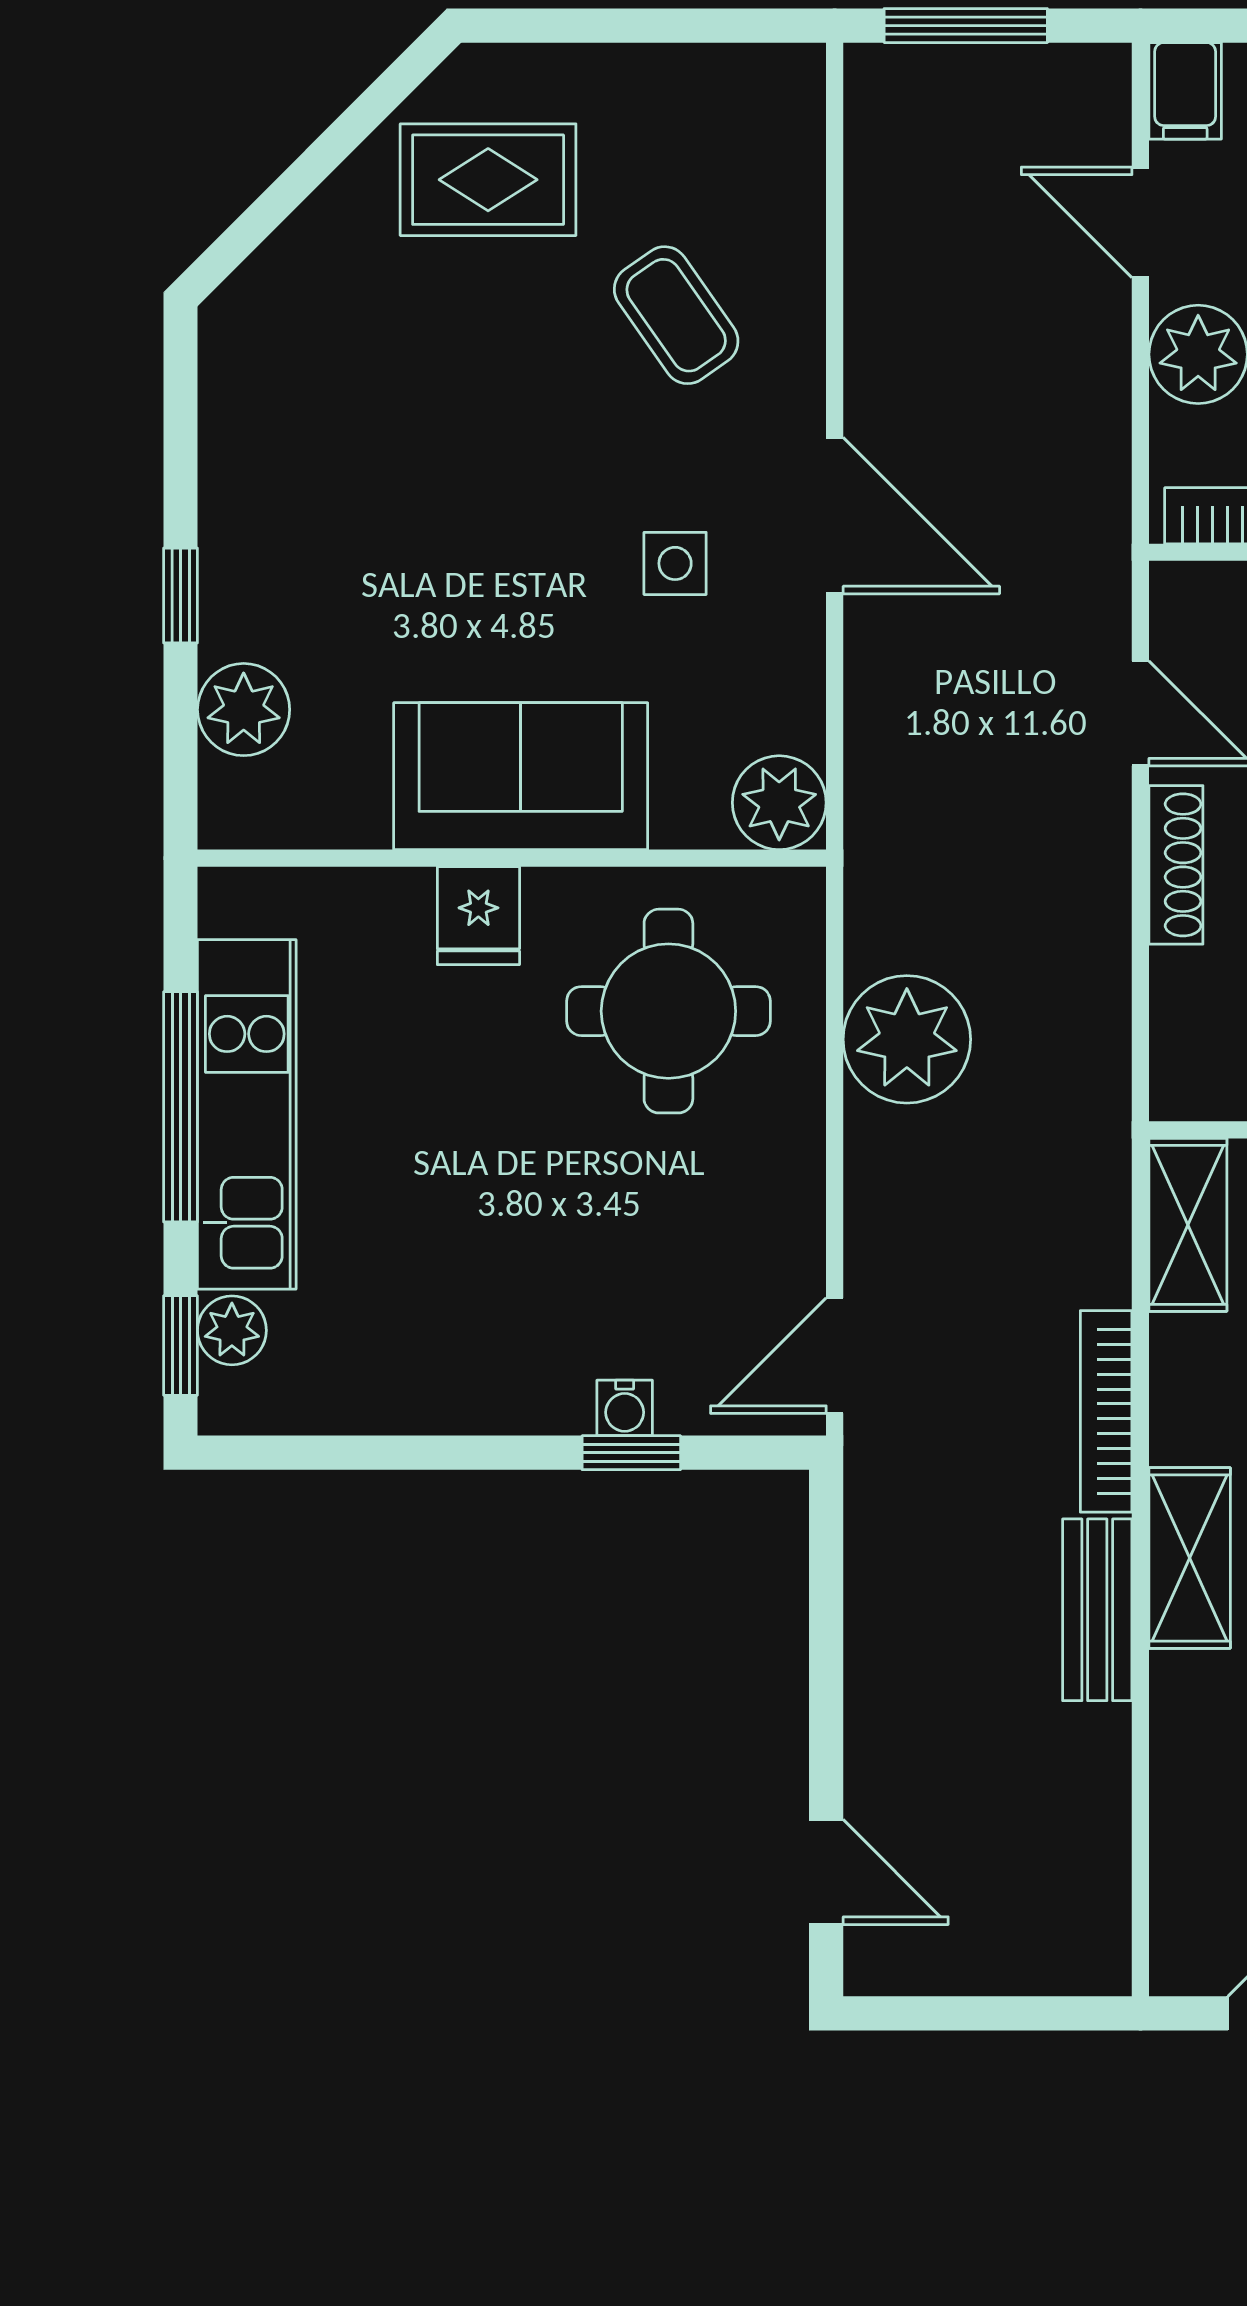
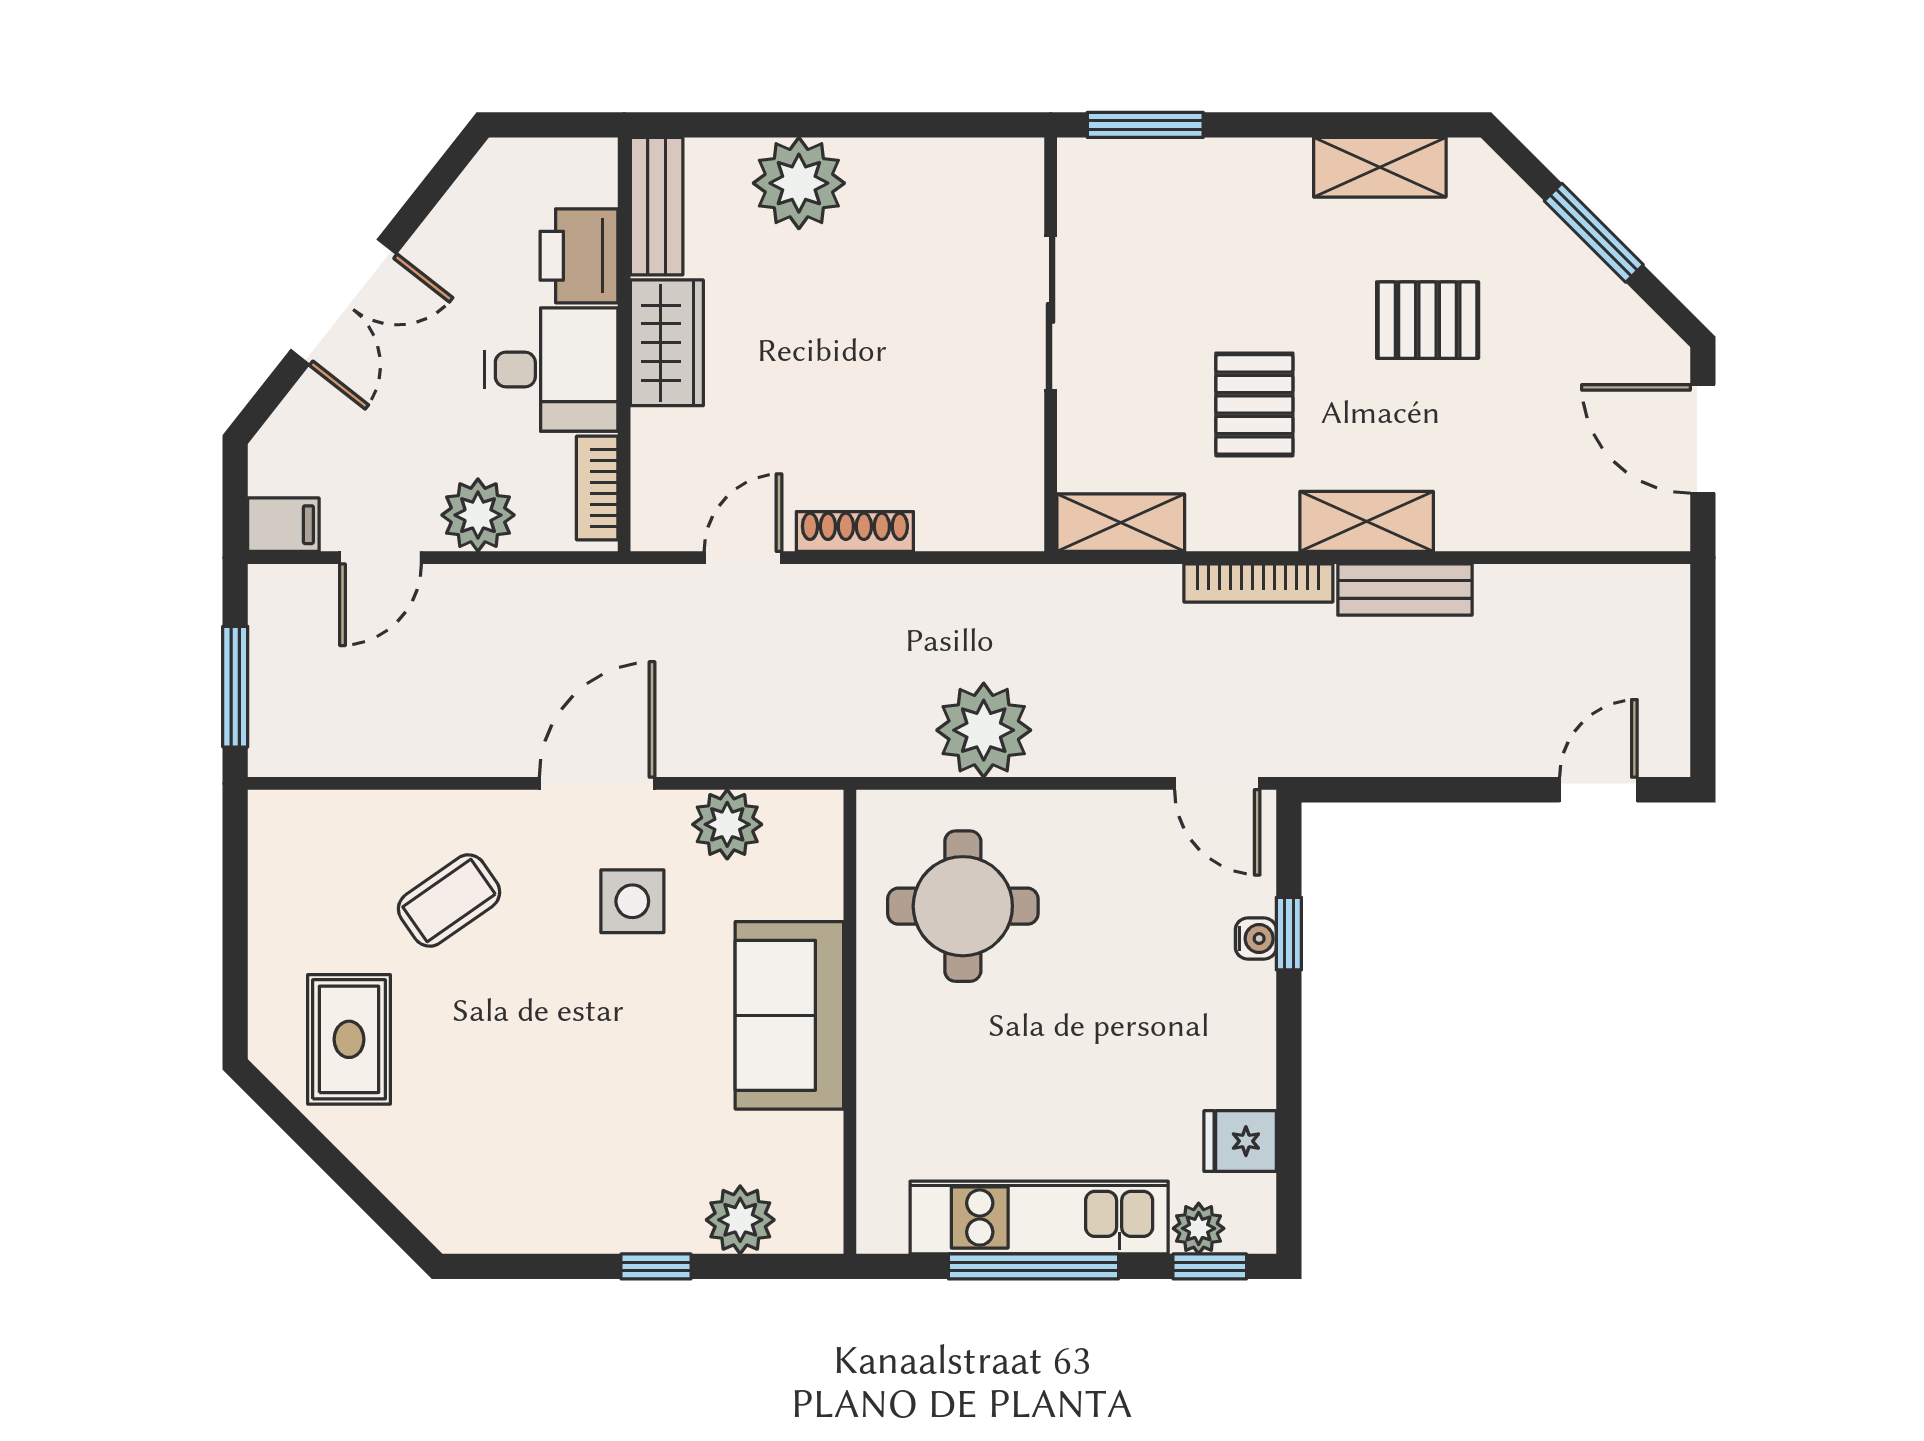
side table: (675, 563) -> (632, 901), width x1.37, depth x1.37
plant: (779, 803) -> (727, 824), moved
fridge: (478, 916) -> (1240, 1141), moved, turned 180

